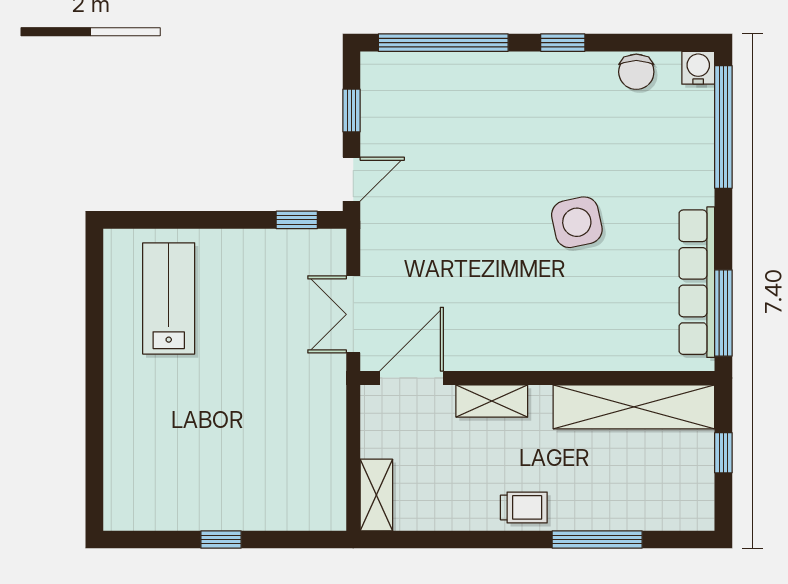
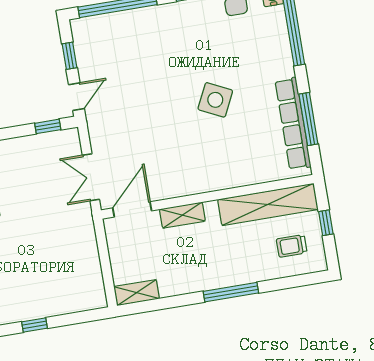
side table: (577, 222) -> (215, 100), turned 38
window: (723, 313) -> (308, 119), moved
shelving: (376, 495) -> (137, 293), moved, turned 90
trolley: (524, 507) -> (292, 246), moved, turned 180
window: (597, 540) -> (231, 292), moved

